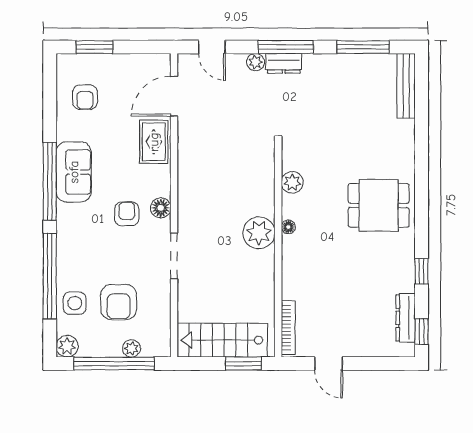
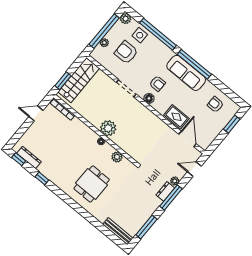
sofa: (74, 172) -> (186, 73), width x1.36
dining table: (379, 205) -> (92, 184), moved

